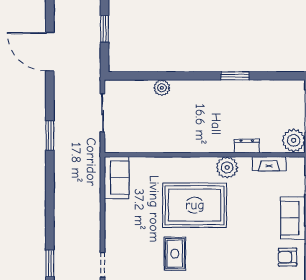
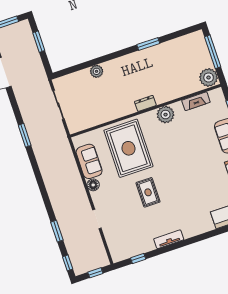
dresser: (247, 146) -> (145, 103), moved
sofa: (117, 178) -> (89, 161), moved
rug: (195, 205) -> (128, 148), moved, turned 90
floor lamp: (112, 223) -> (93, 185), added

